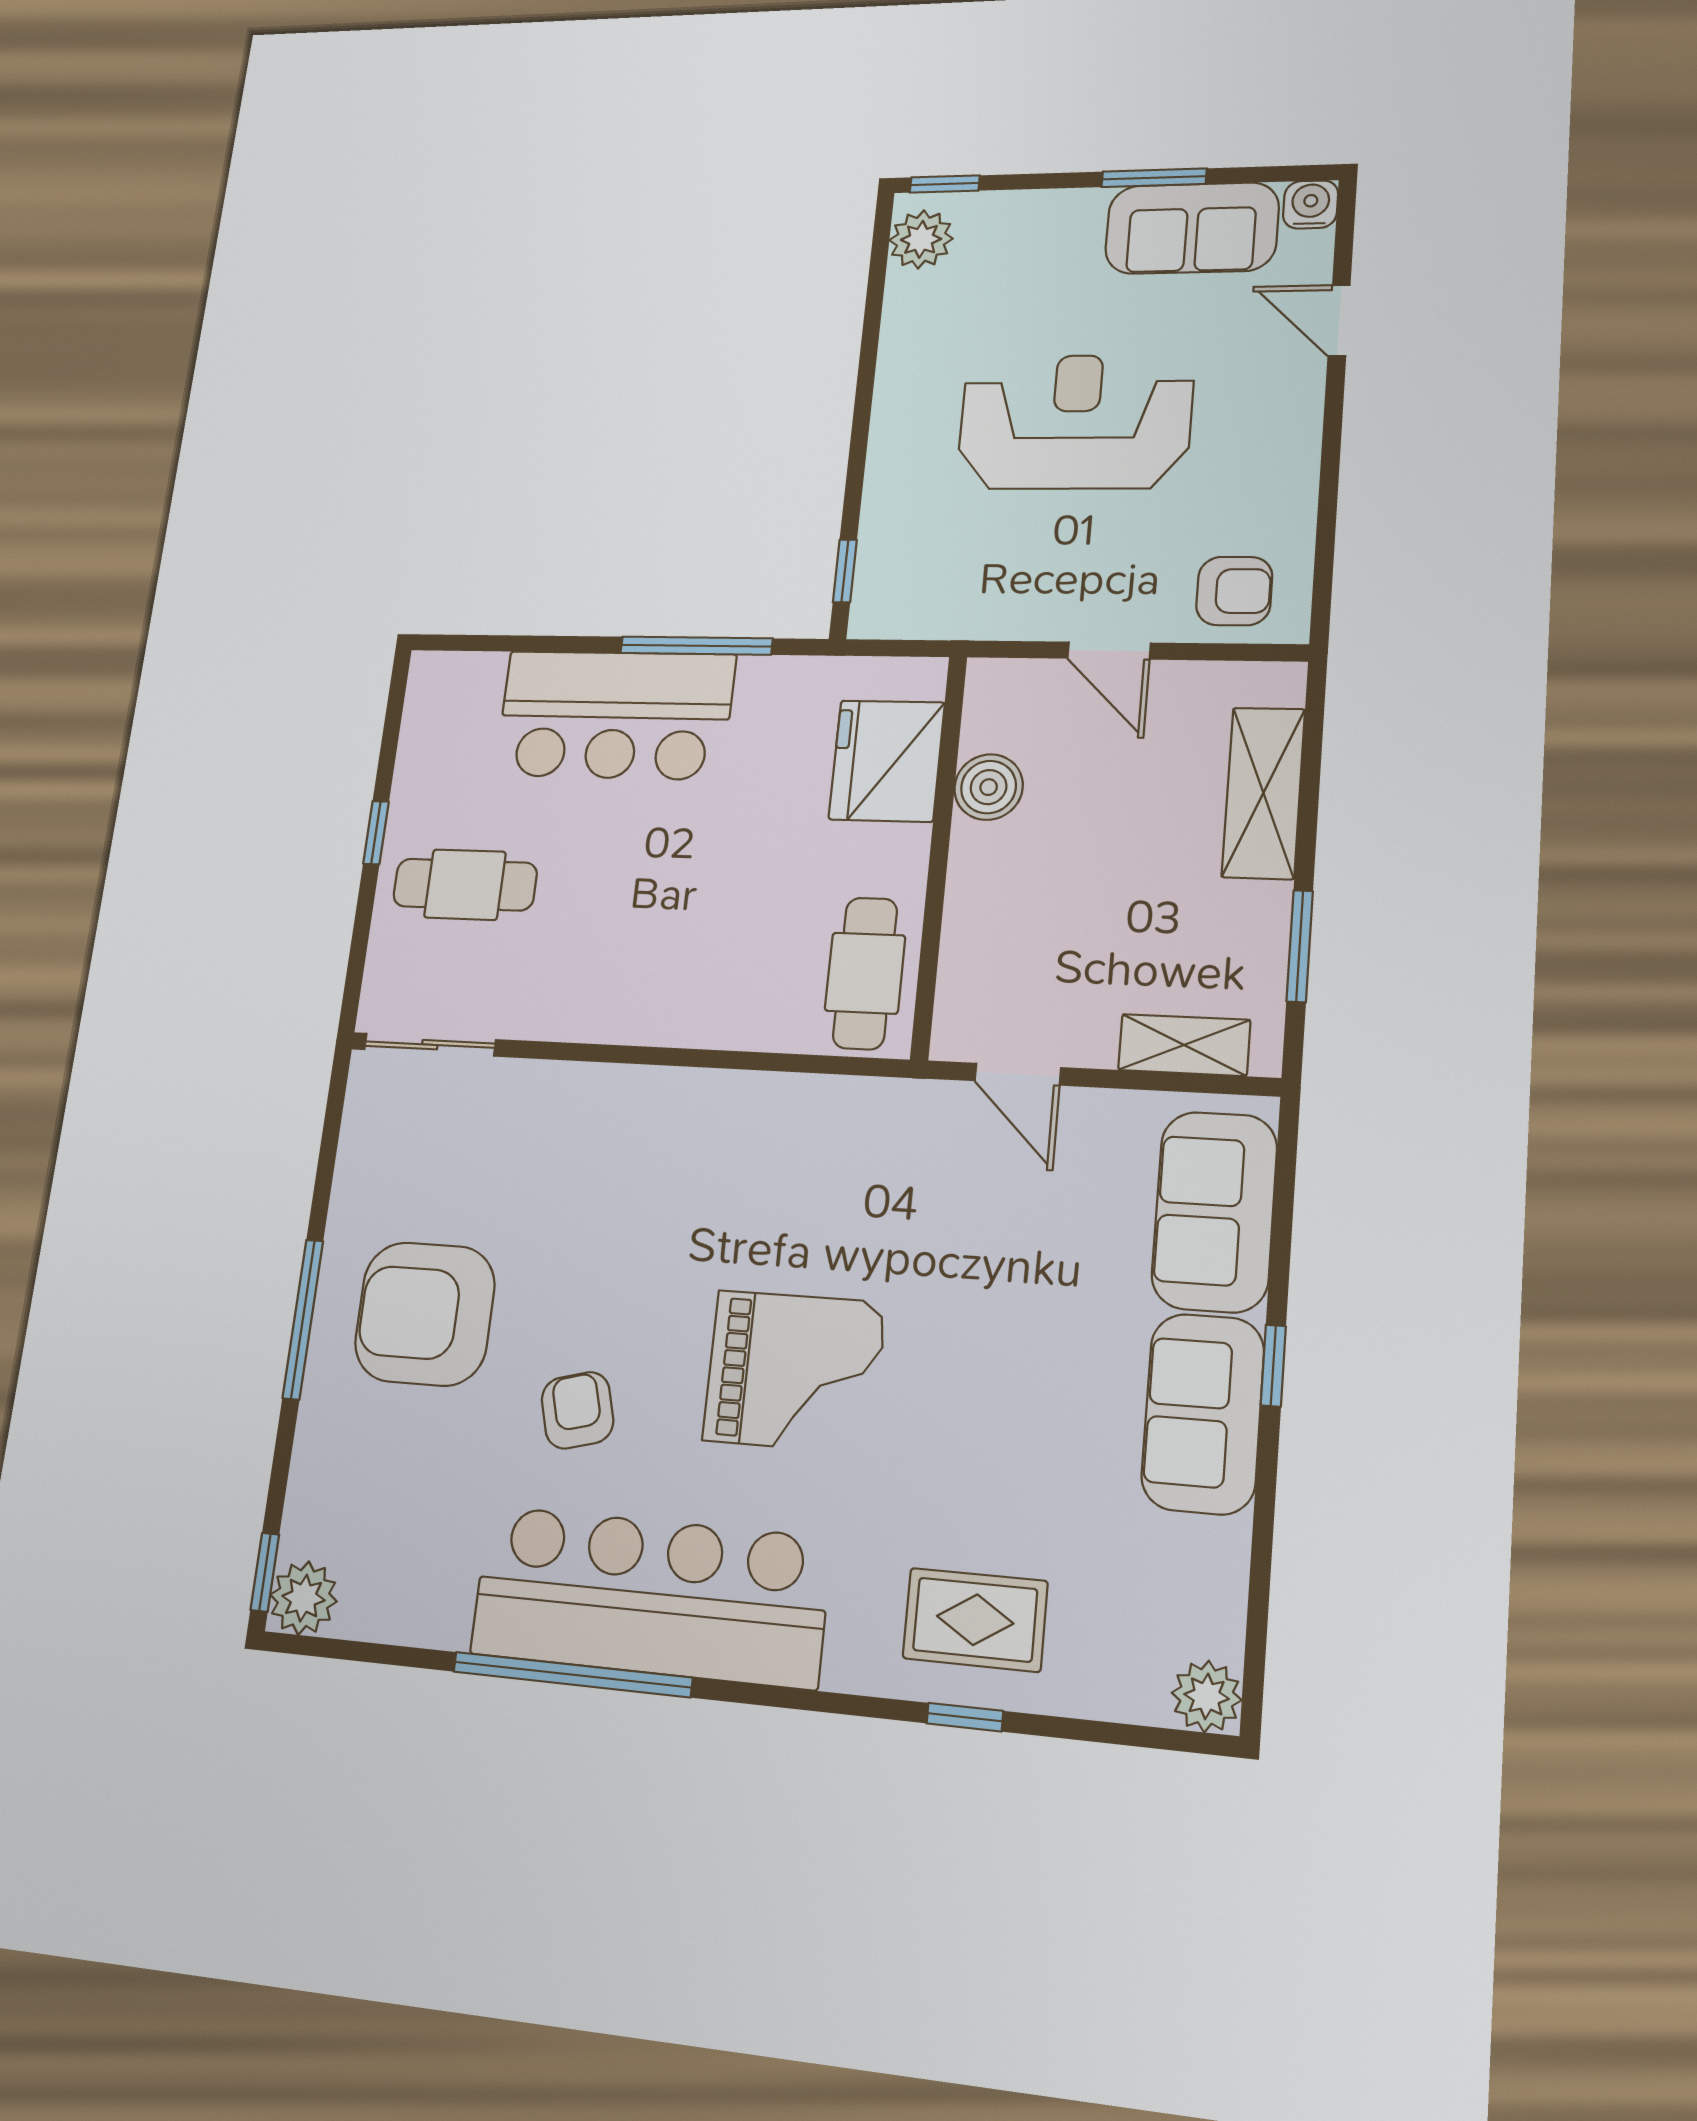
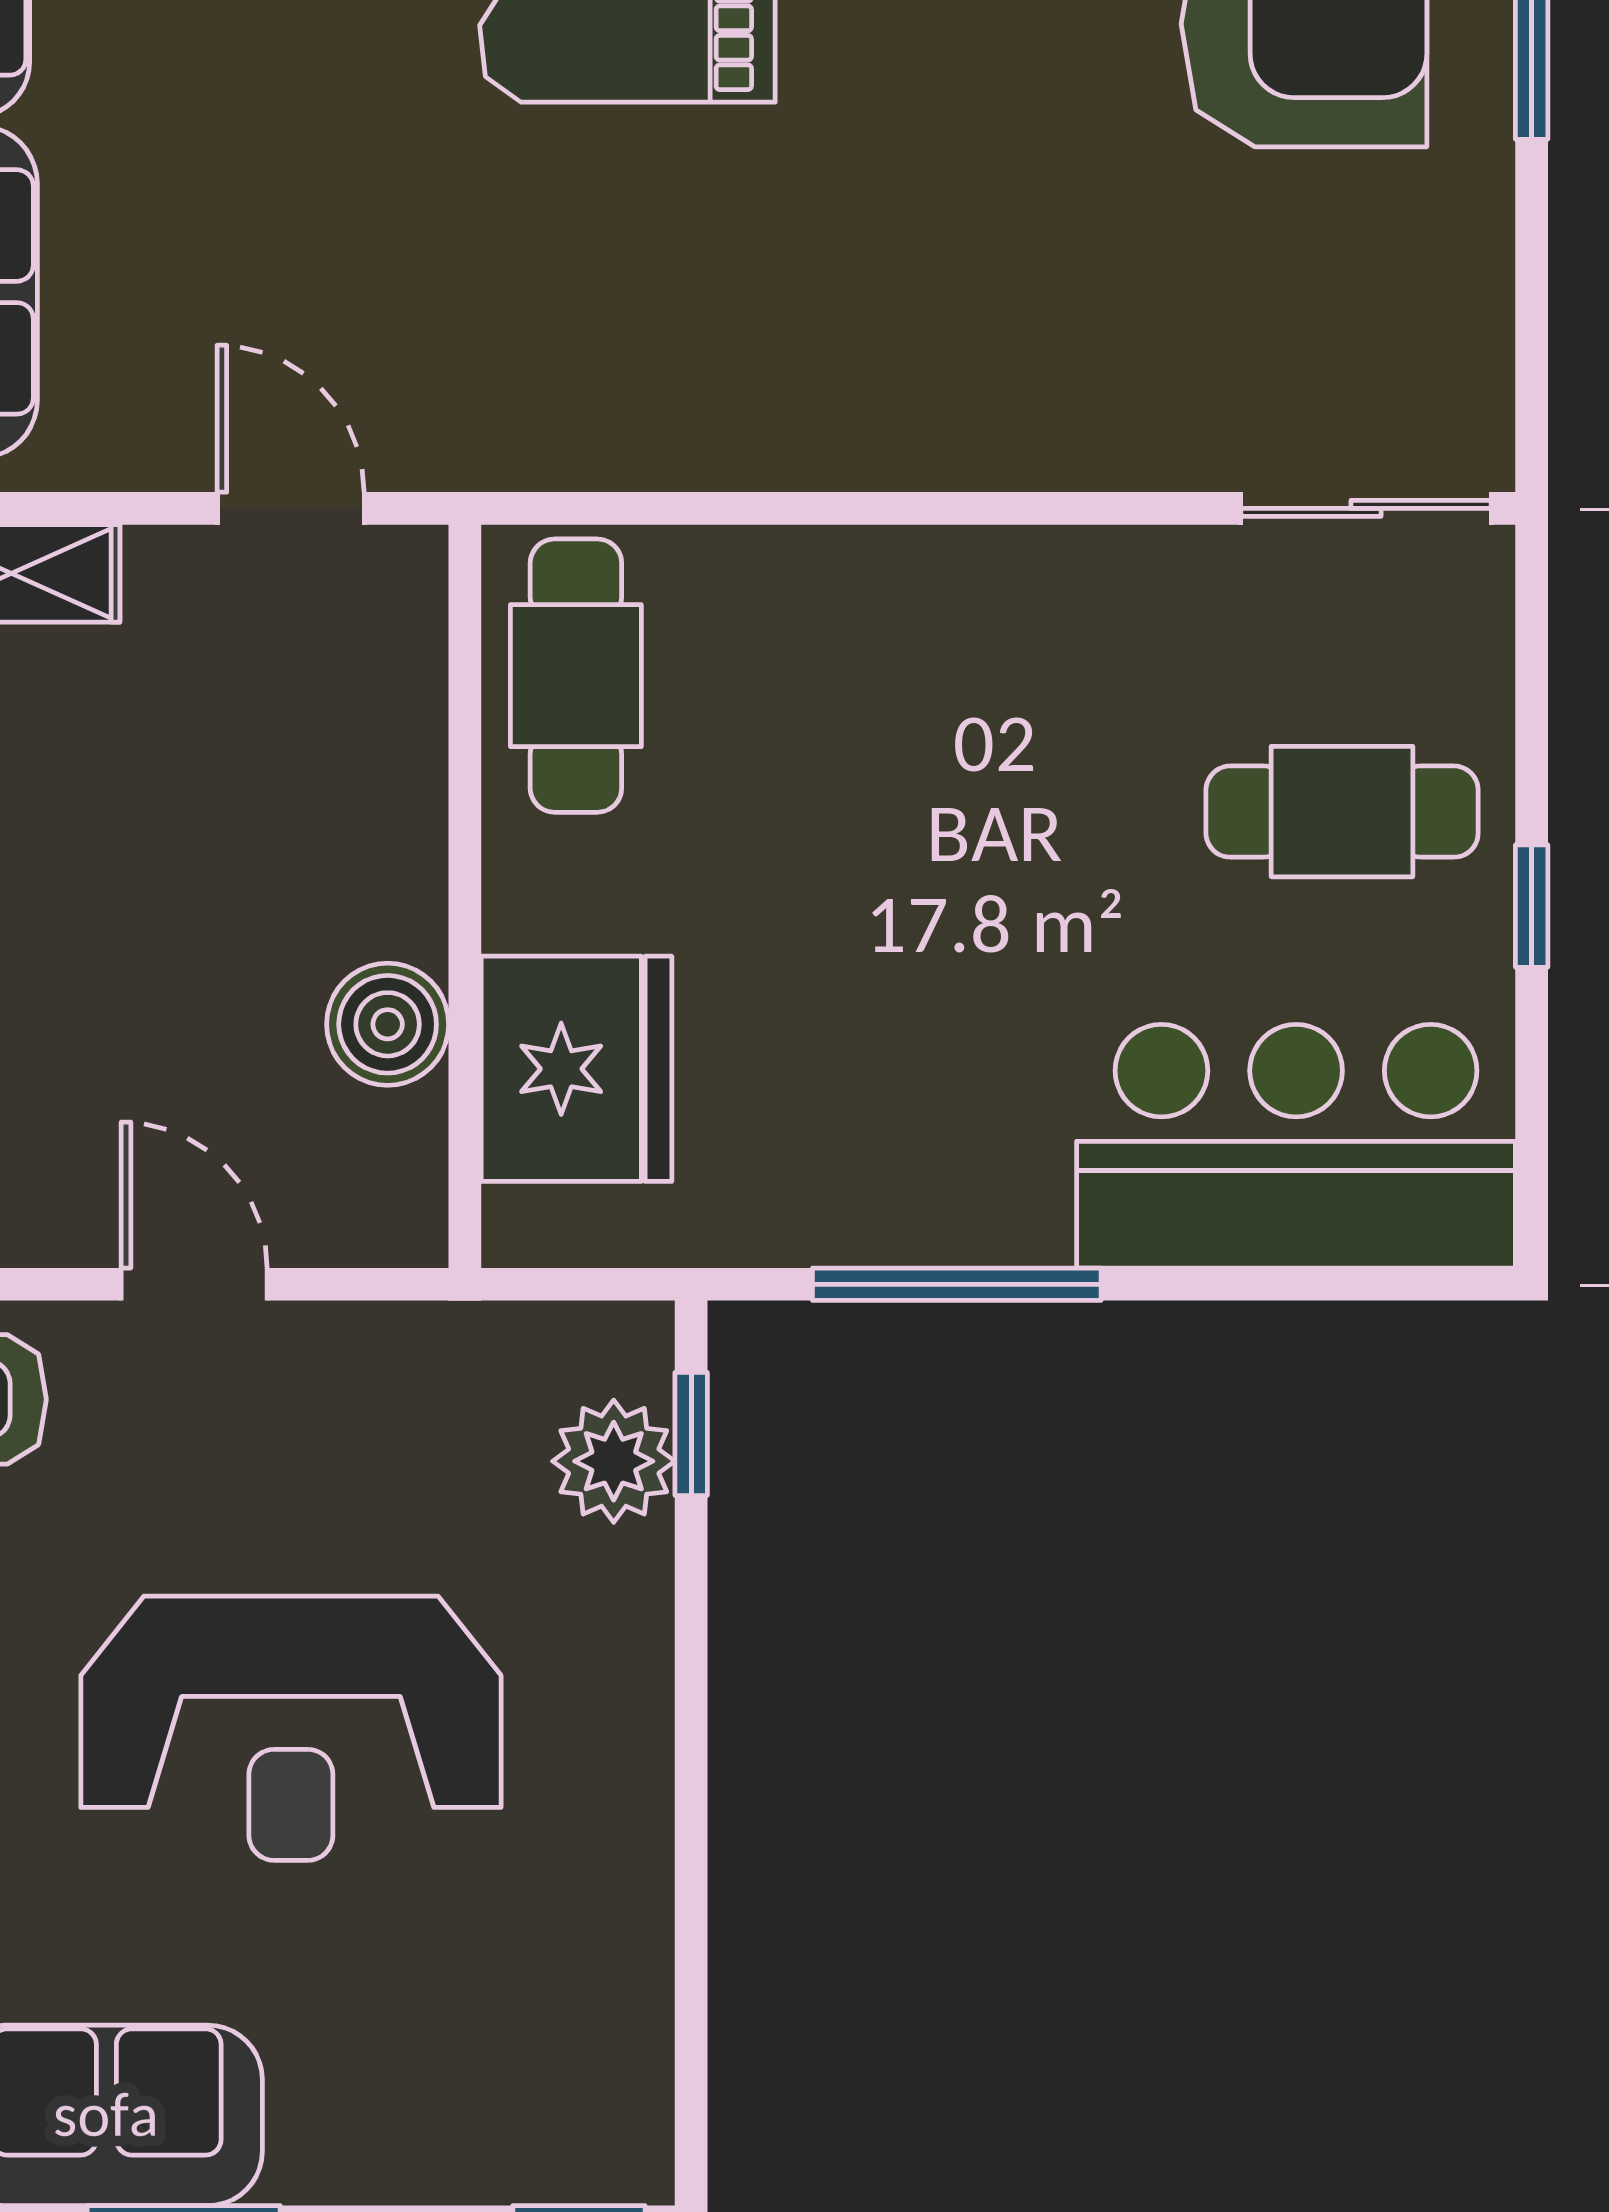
plant: (921, 239) -> (614, 1461), moved
bar counter: (615, 715) -> (1296, 1146), moved

